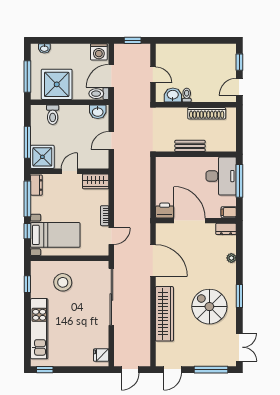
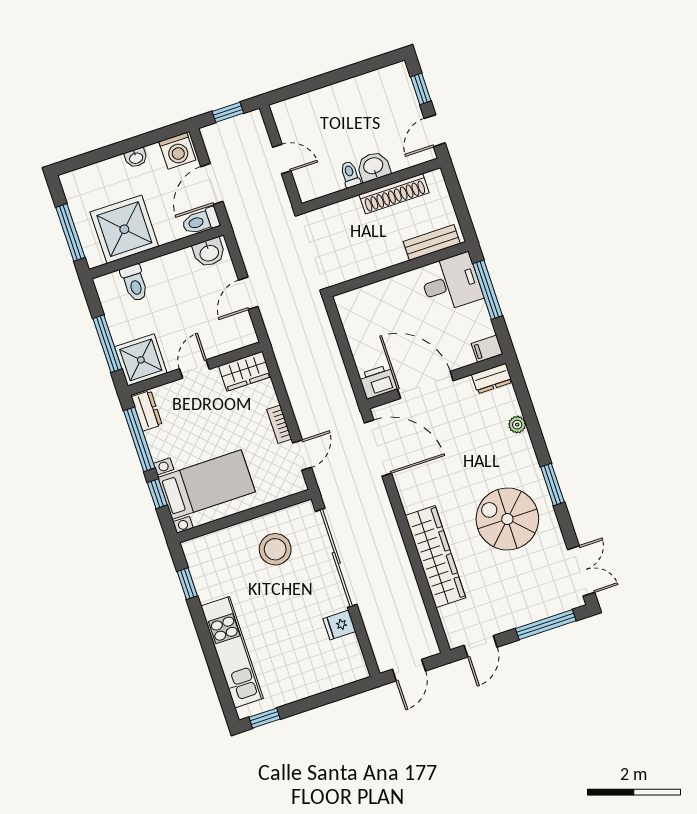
washbasin: (44, 48) -> (136, 158), moved
washbasin: (173, 95) -> (373, 166), moved
bench: (190, 146) -> (432, 243), moved
desk: (221, 176) -> (451, 283), width x0.73
door: (153, 260) -> (378, 448), moved
stool: (63, 282) -> (275, 549), moved
fridge: (101, 355) -> (339, 625), moved

